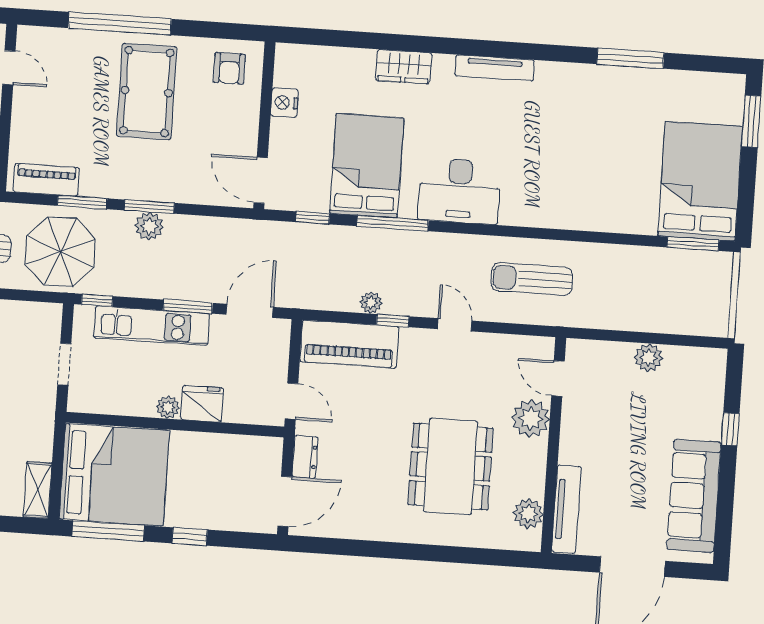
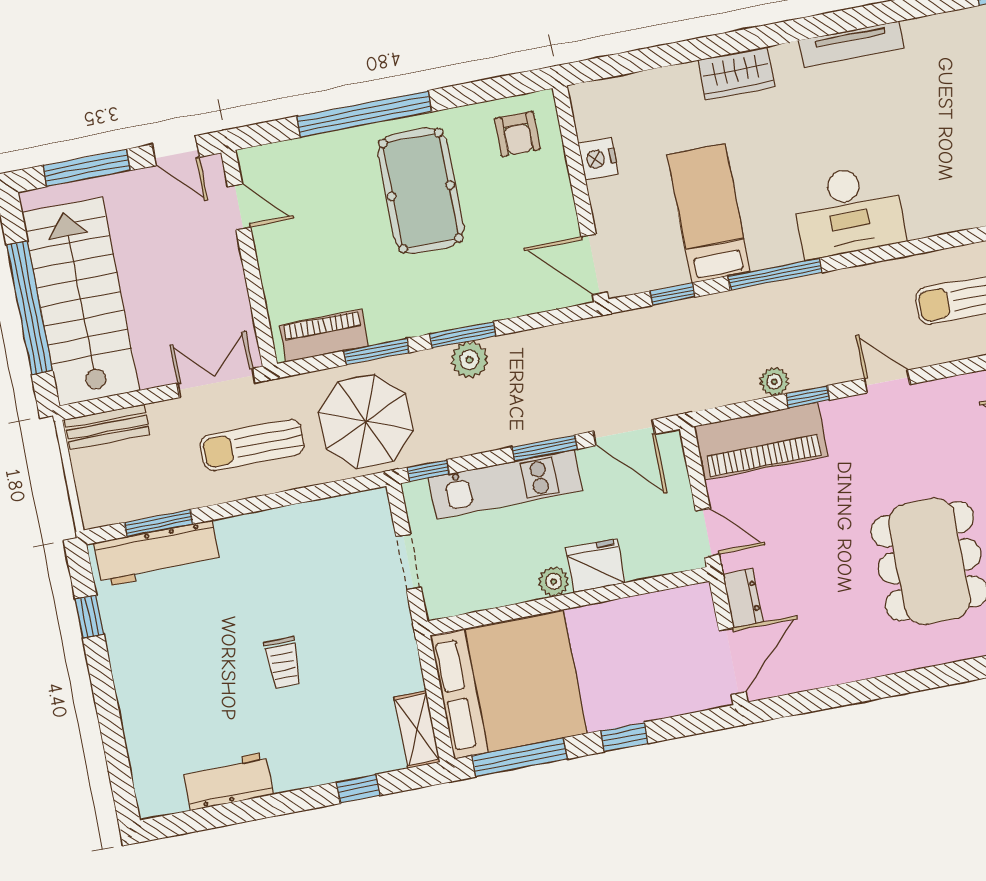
bed: (367, 166) -> (709, 213), width x0.67
door: (250, 311) -> (624, 433), swing flipped

